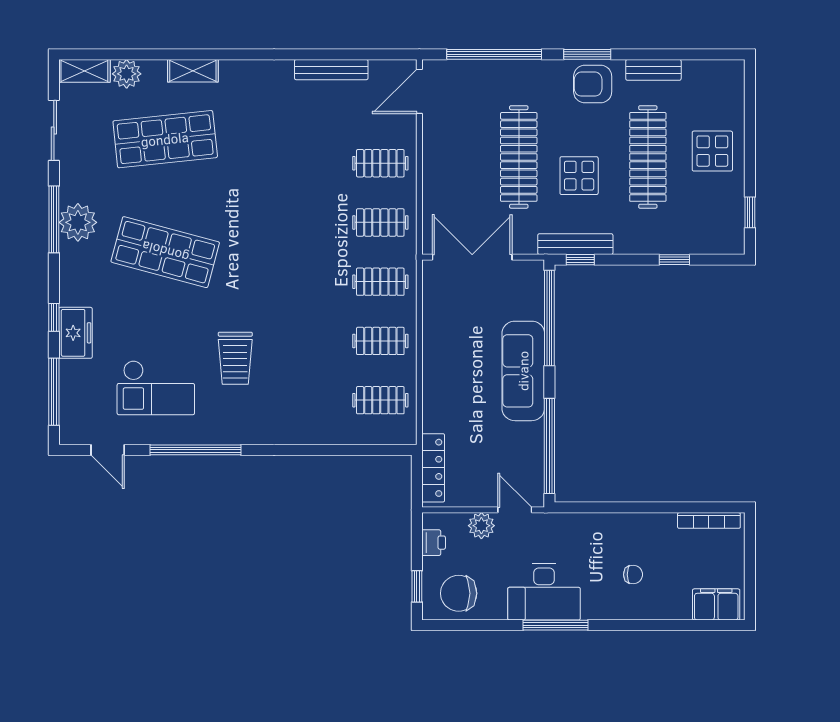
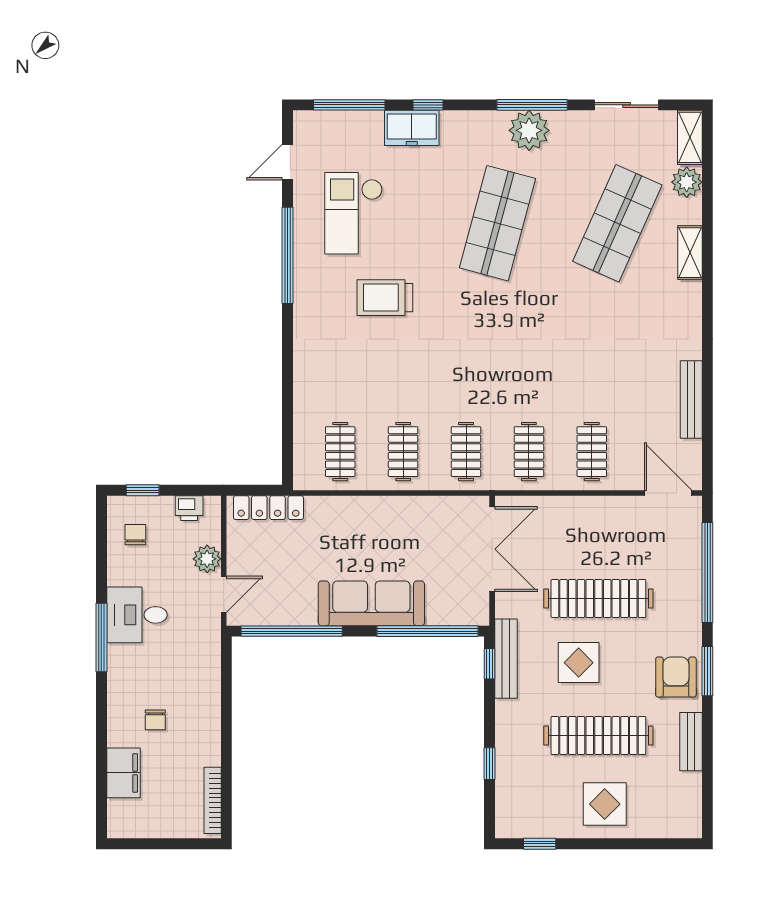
shop shelf: (165, 139) -> (617, 223), turned 30
desk: (544, 592) -> (137, 615), width x0.73
chair: (459, 593) -> (135, 535), width x0.54, depth x0.54
filing cabinet: (716, 604) -> (123, 773), moved

